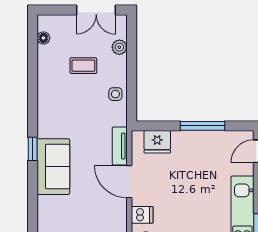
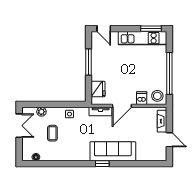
sofa: (53, 167) -> (113, 151), width x1.36

